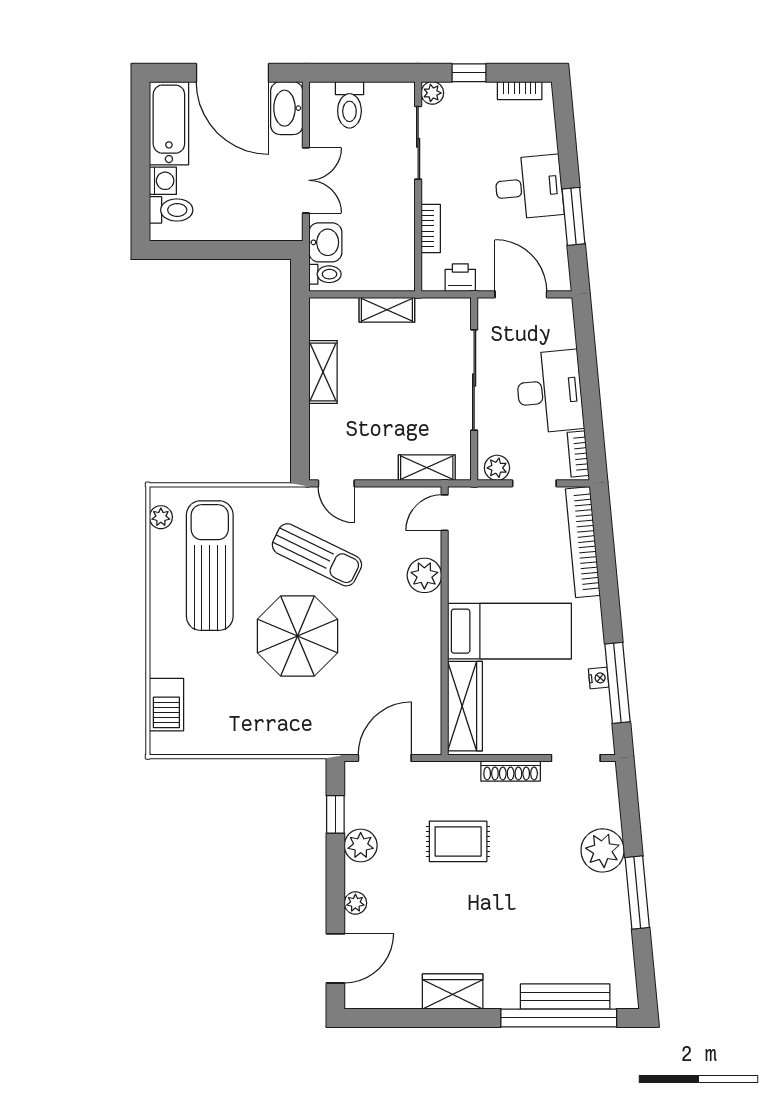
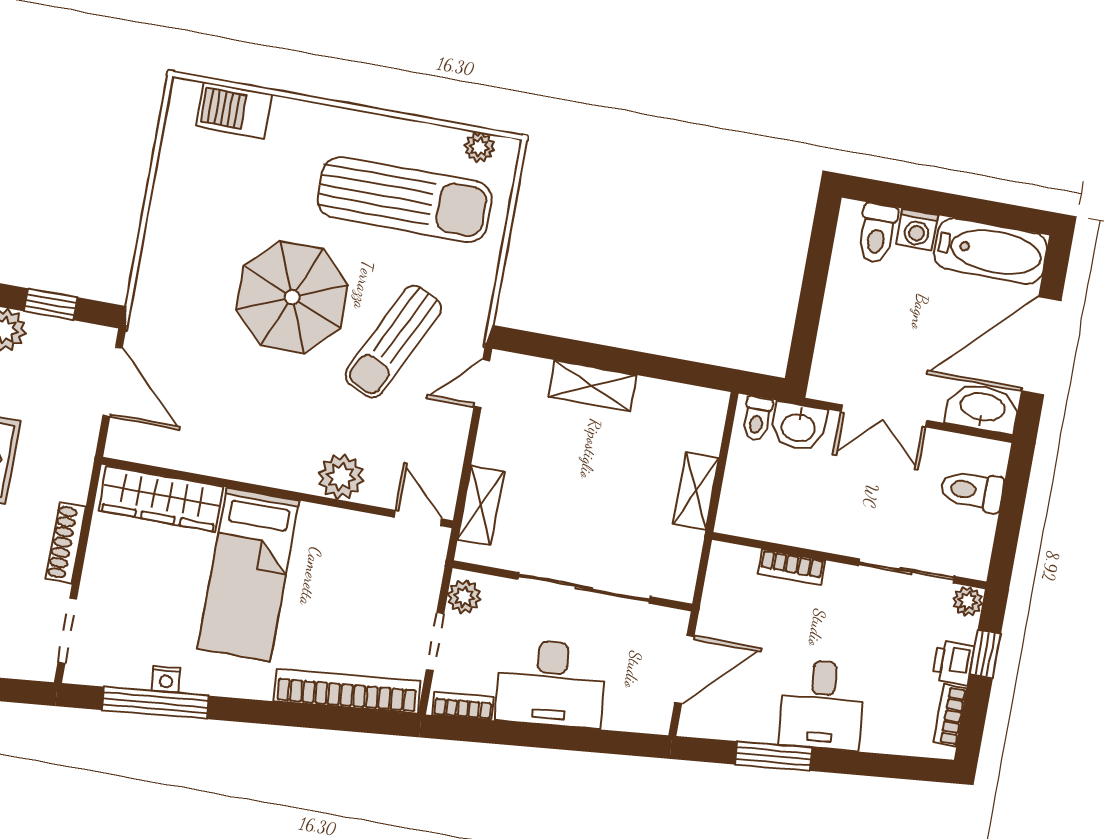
printer: (460, 278) -> (953, 663), moved, turned 180
shelving: (323, 372) -> (592, 386), moved

